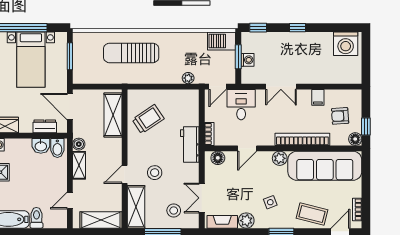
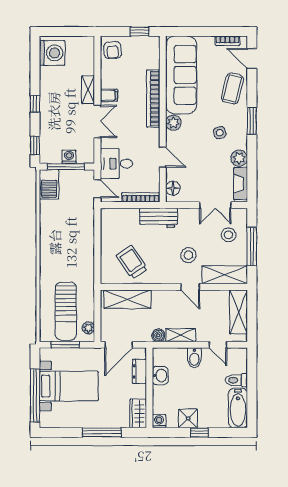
sun lounger: (131, 53) -> (66, 311), moved
window: (238, 57) -> (66, 167), width x1.44
plant: (188, 78) -> (88, 328), moved
shelving: (311, 78) -> (88, 90), added
filing cabinet: (318, 97) -> (109, 95), moved
armchair: (340, 116) -> (113, 50), moved
bookcase: (209, 134) -> (141, 197), width x1.56
floor lamp: (355, 139) -> (153, 43), removed
bidet: (57, 148) -> (194, 358), moved, turned 90

